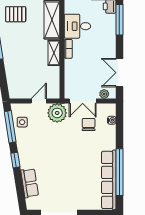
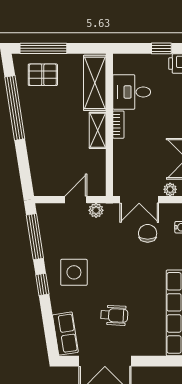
plant: (57, 113) -> (96, 210), width x0.53, depth x0.53
side table: (22, 122) -> (74, 272), moved, width x1.87, depth x1.87
wheelchair: (65, 182) -> (114, 315), added
row of seats: (30, 183) -> (65, 334), moved

